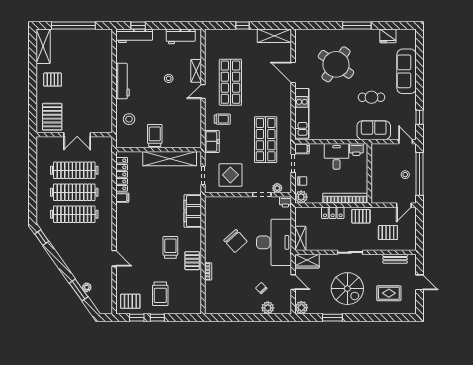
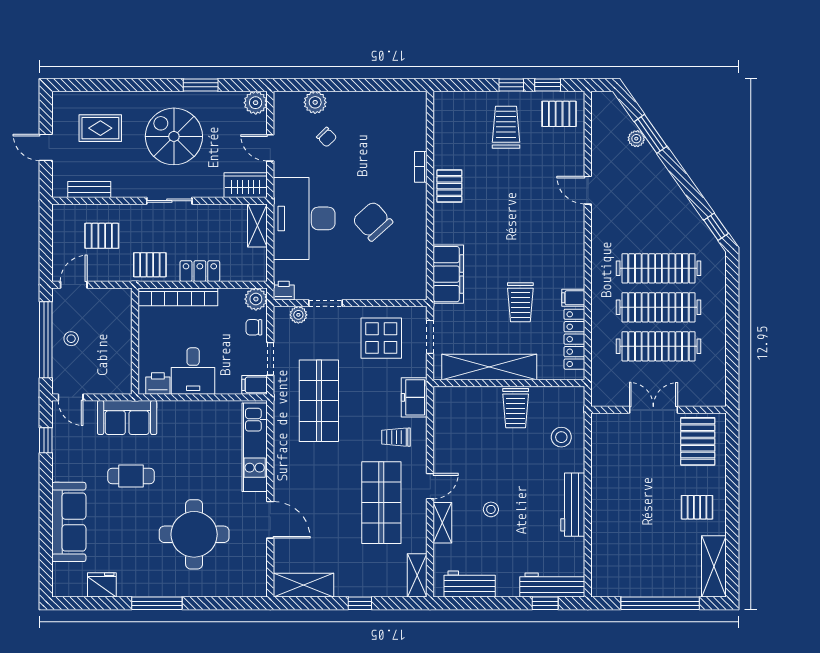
shelving: (210, 41) -> (417, 575), added
round table: (336, 64) -> (194, 534), turned -35
trolley: (170, 247) -> (520, 302), moved

